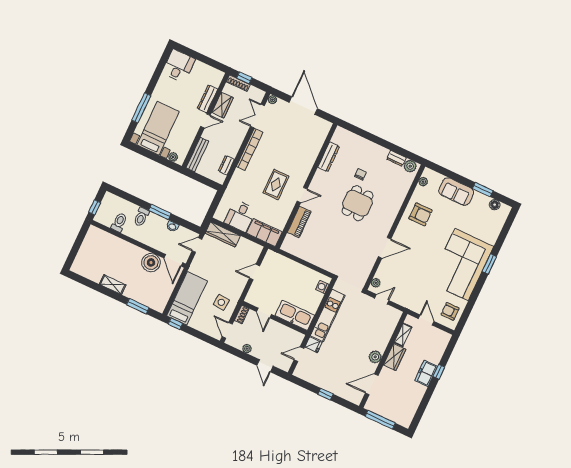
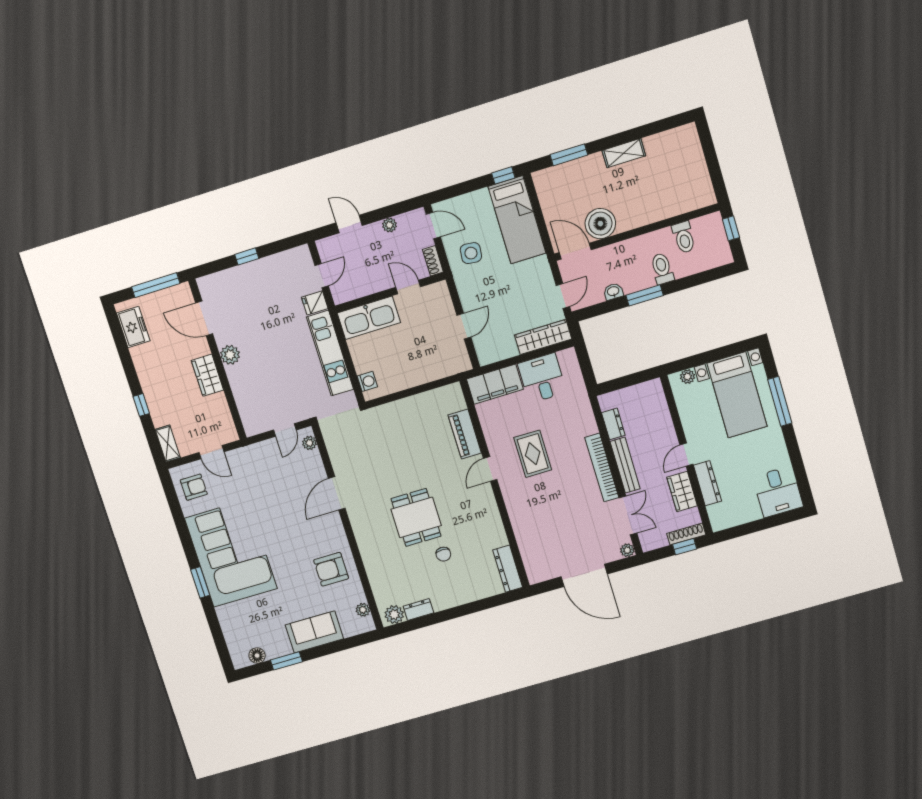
bench: (197, 155) -> (625, 465), moved
dresser: (329, 157) -> (508, 569), moved
shelving: (403, 335) -> (168, 444), moved
freezer: (426, 373) -> (133, 327), moved
door: (372, 384) -> (204, 318), swing flipped

